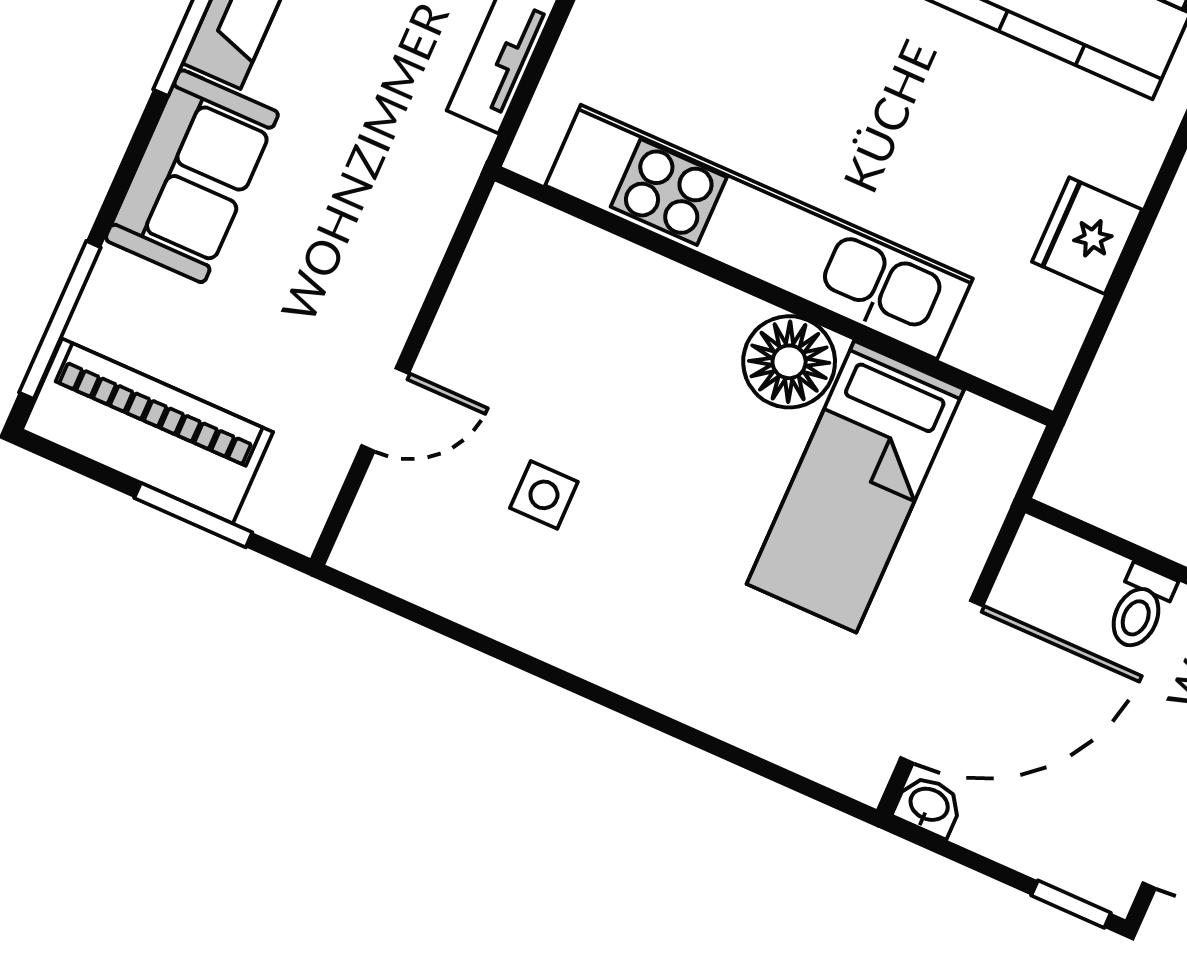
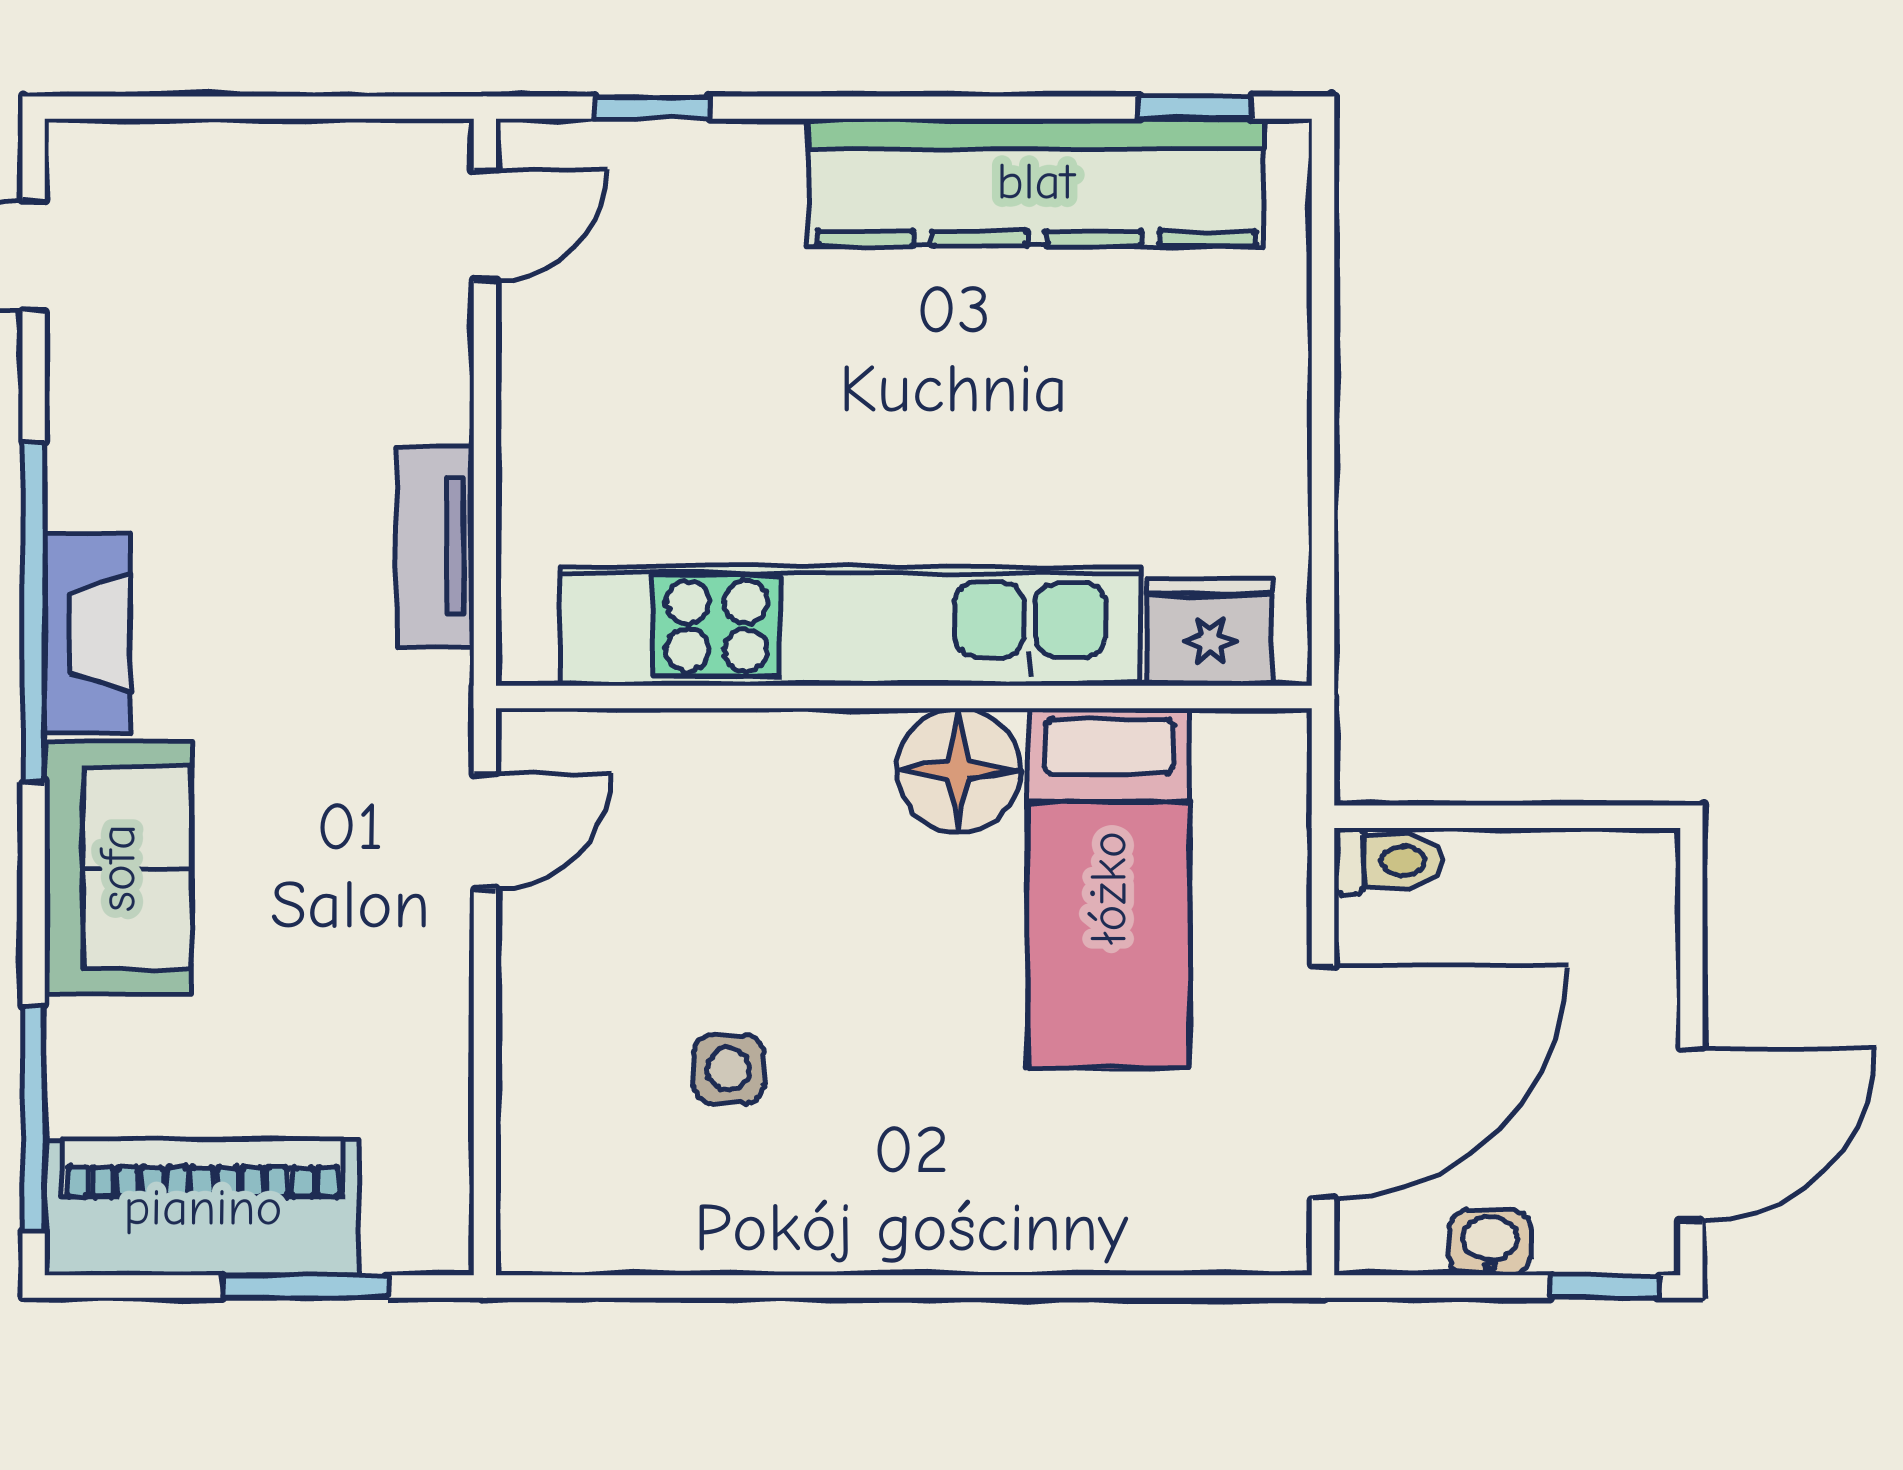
fridge: (1087, 236) -> (1210, 632), moved, turned 90
door: (385, 409) -> (485, 831), moved
toilet: (1140, 608) -> (1388, 861), moved, turned -90
washbasin: (929, 806) -> (1490, 1243), moved

